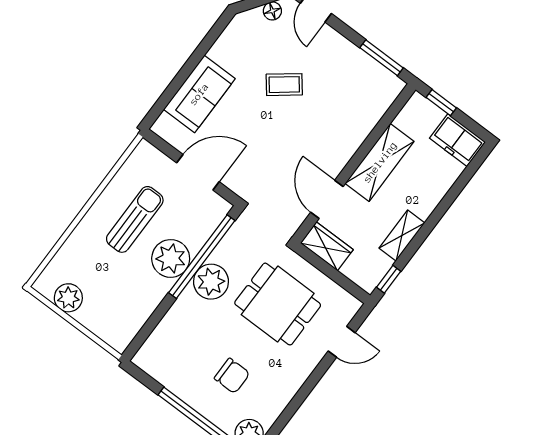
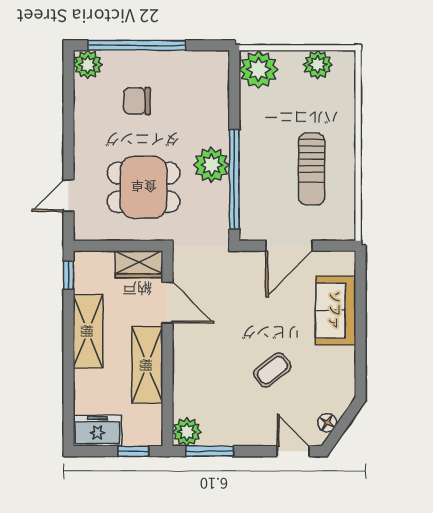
plant: (388, 86) -> (187, 432), added
shelving: (402, 235) -> (88, 331), width x1.50, depth x1.33
plant: (171, 258) -> (259, 69), moved

